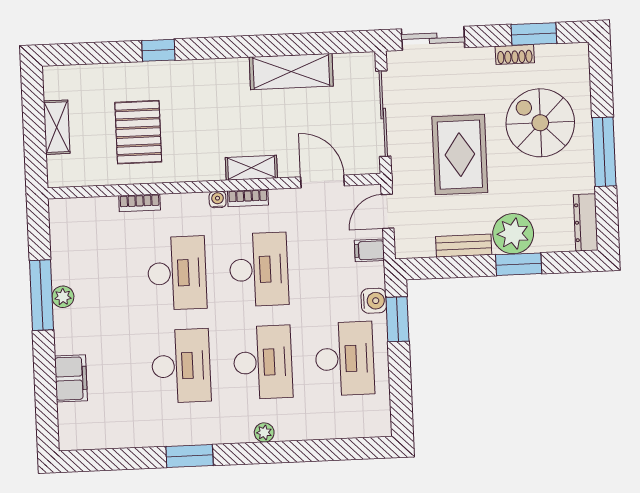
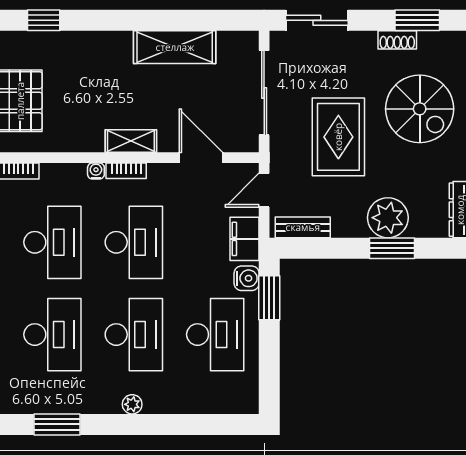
spiral stairs: (540, 123) -> (420, 109), turned 180
bench: (464, 246) -> (303, 227), moved
filing cabinet: (369, 250) -> (244, 239), width x2.00

